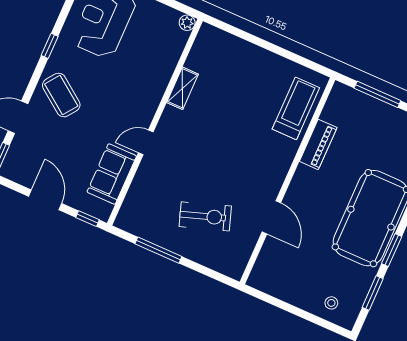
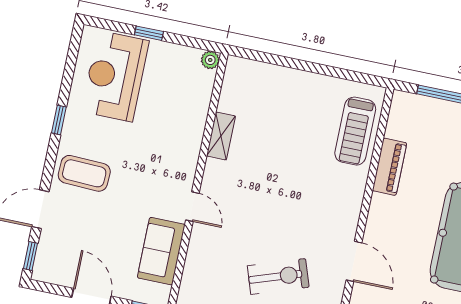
coffee table: (61, 95) -> (84, 173), turned -34
treadmill: (296, 108) -> (355, 131), turned 180
door: (146, 142) -> (192, 207), swing flipped

